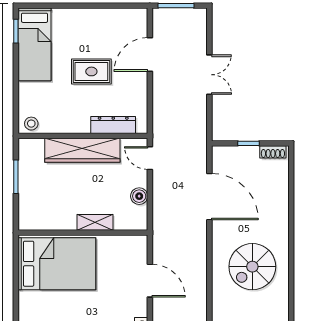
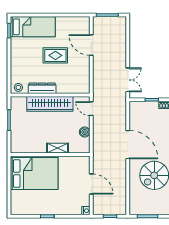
bed: (35, 44) -> (33, 27), moved, turned -90
door: (150, 55) -> (91, 45), hinge flipped
double door: (209, 75) -> (128, 80), moved
dresser: (113, 125) -> (42, 88), moved
door: (209, 197) -> (128, 145), moved

